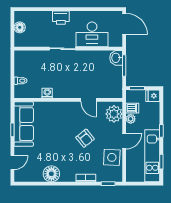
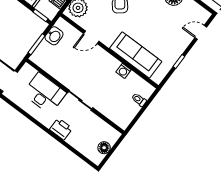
washbasin: (116, 58) -> (54, 36), moved
door: (89, 100) -> (91, 37), swing flipped
sofa: (24, 124) -> (136, 55), moved, turned 90

